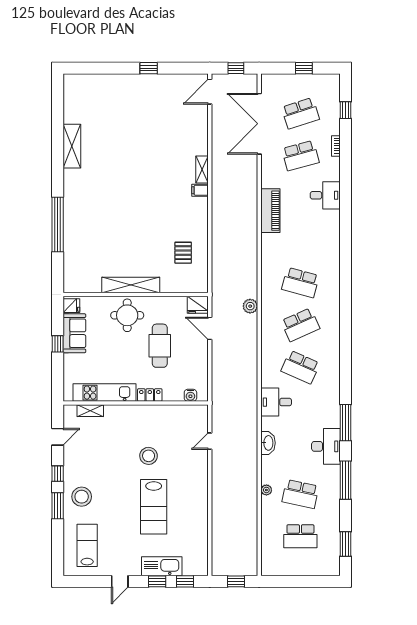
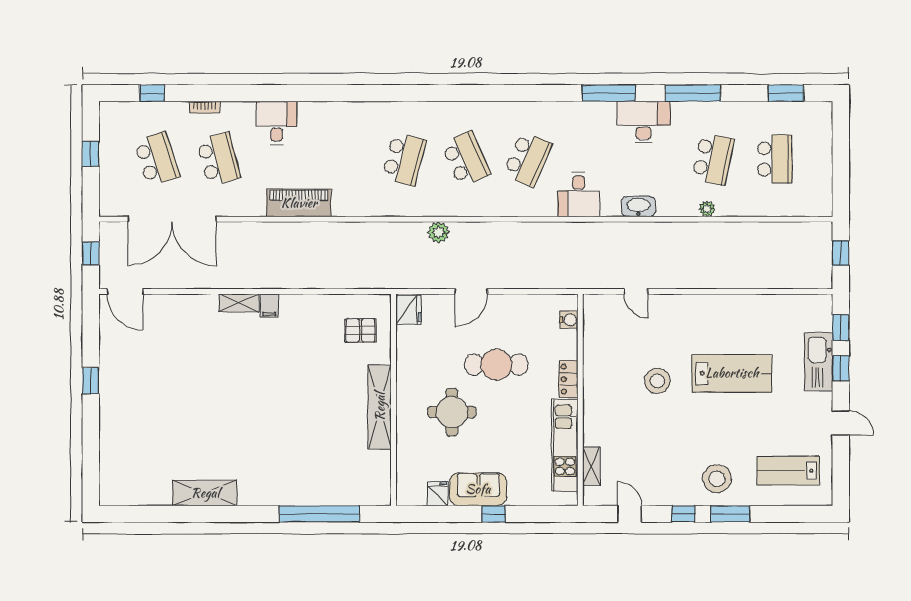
shelving: (131, 285) -> (380, 407), moved
wall: (136, 295) -> (393, 400), moved
fridge: (197, 305) -> (408, 310), moved

